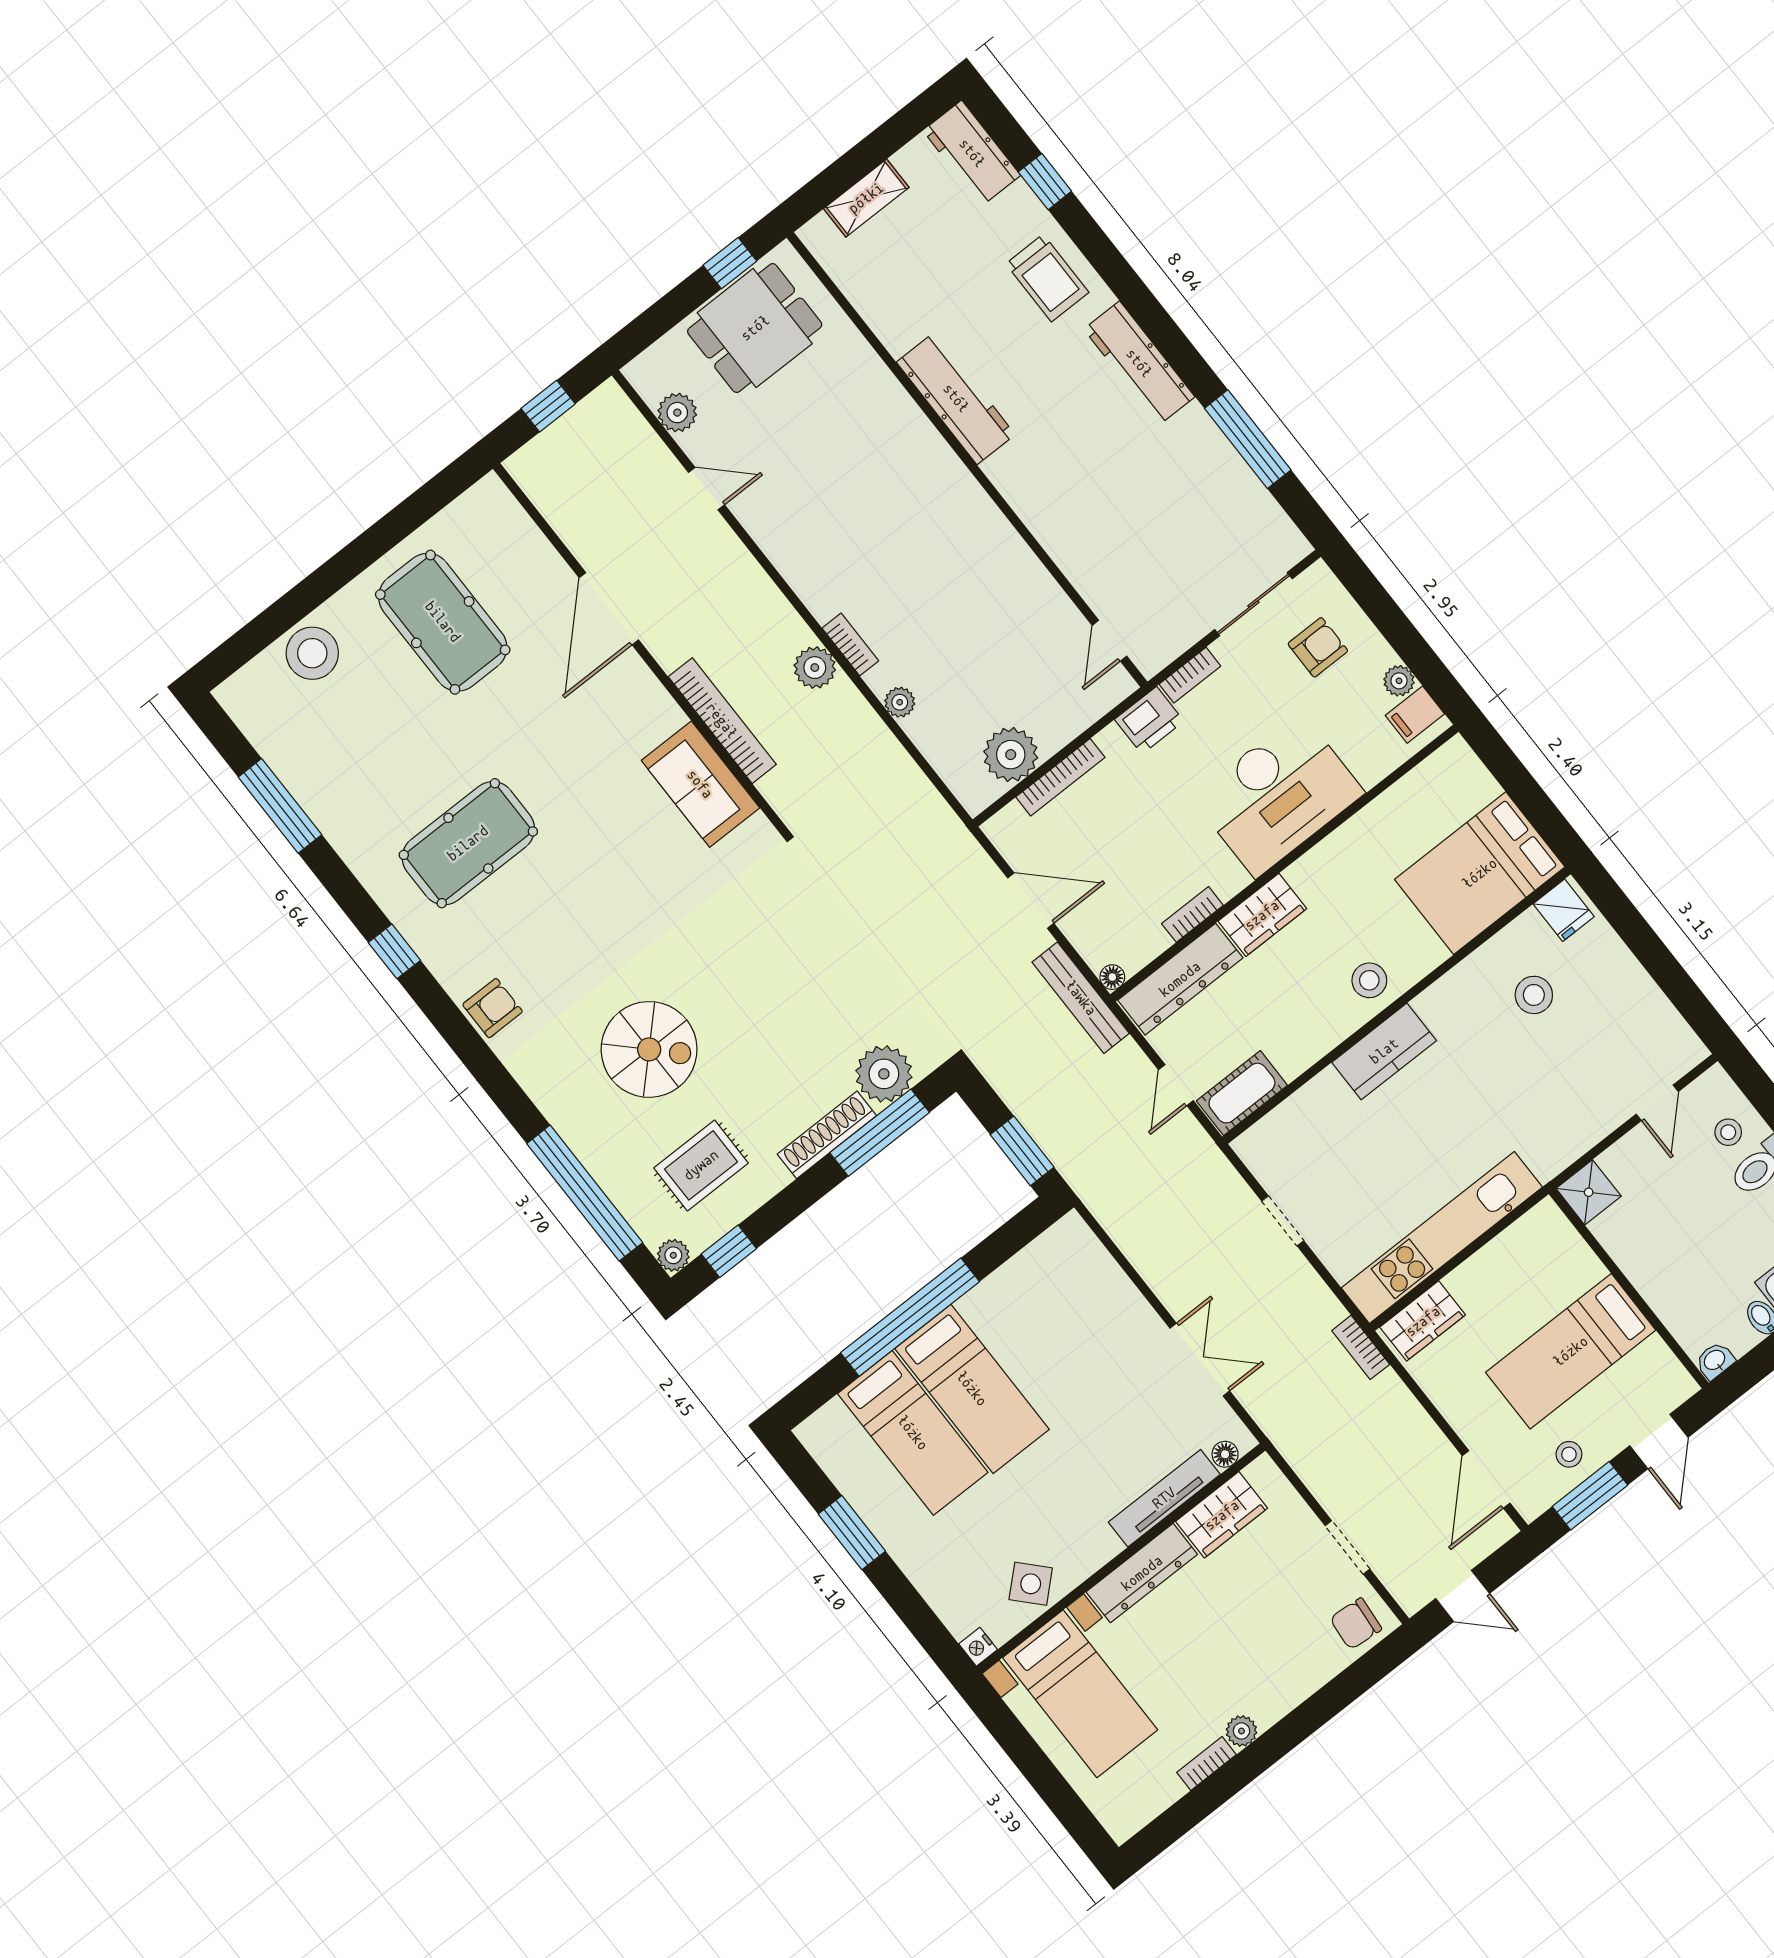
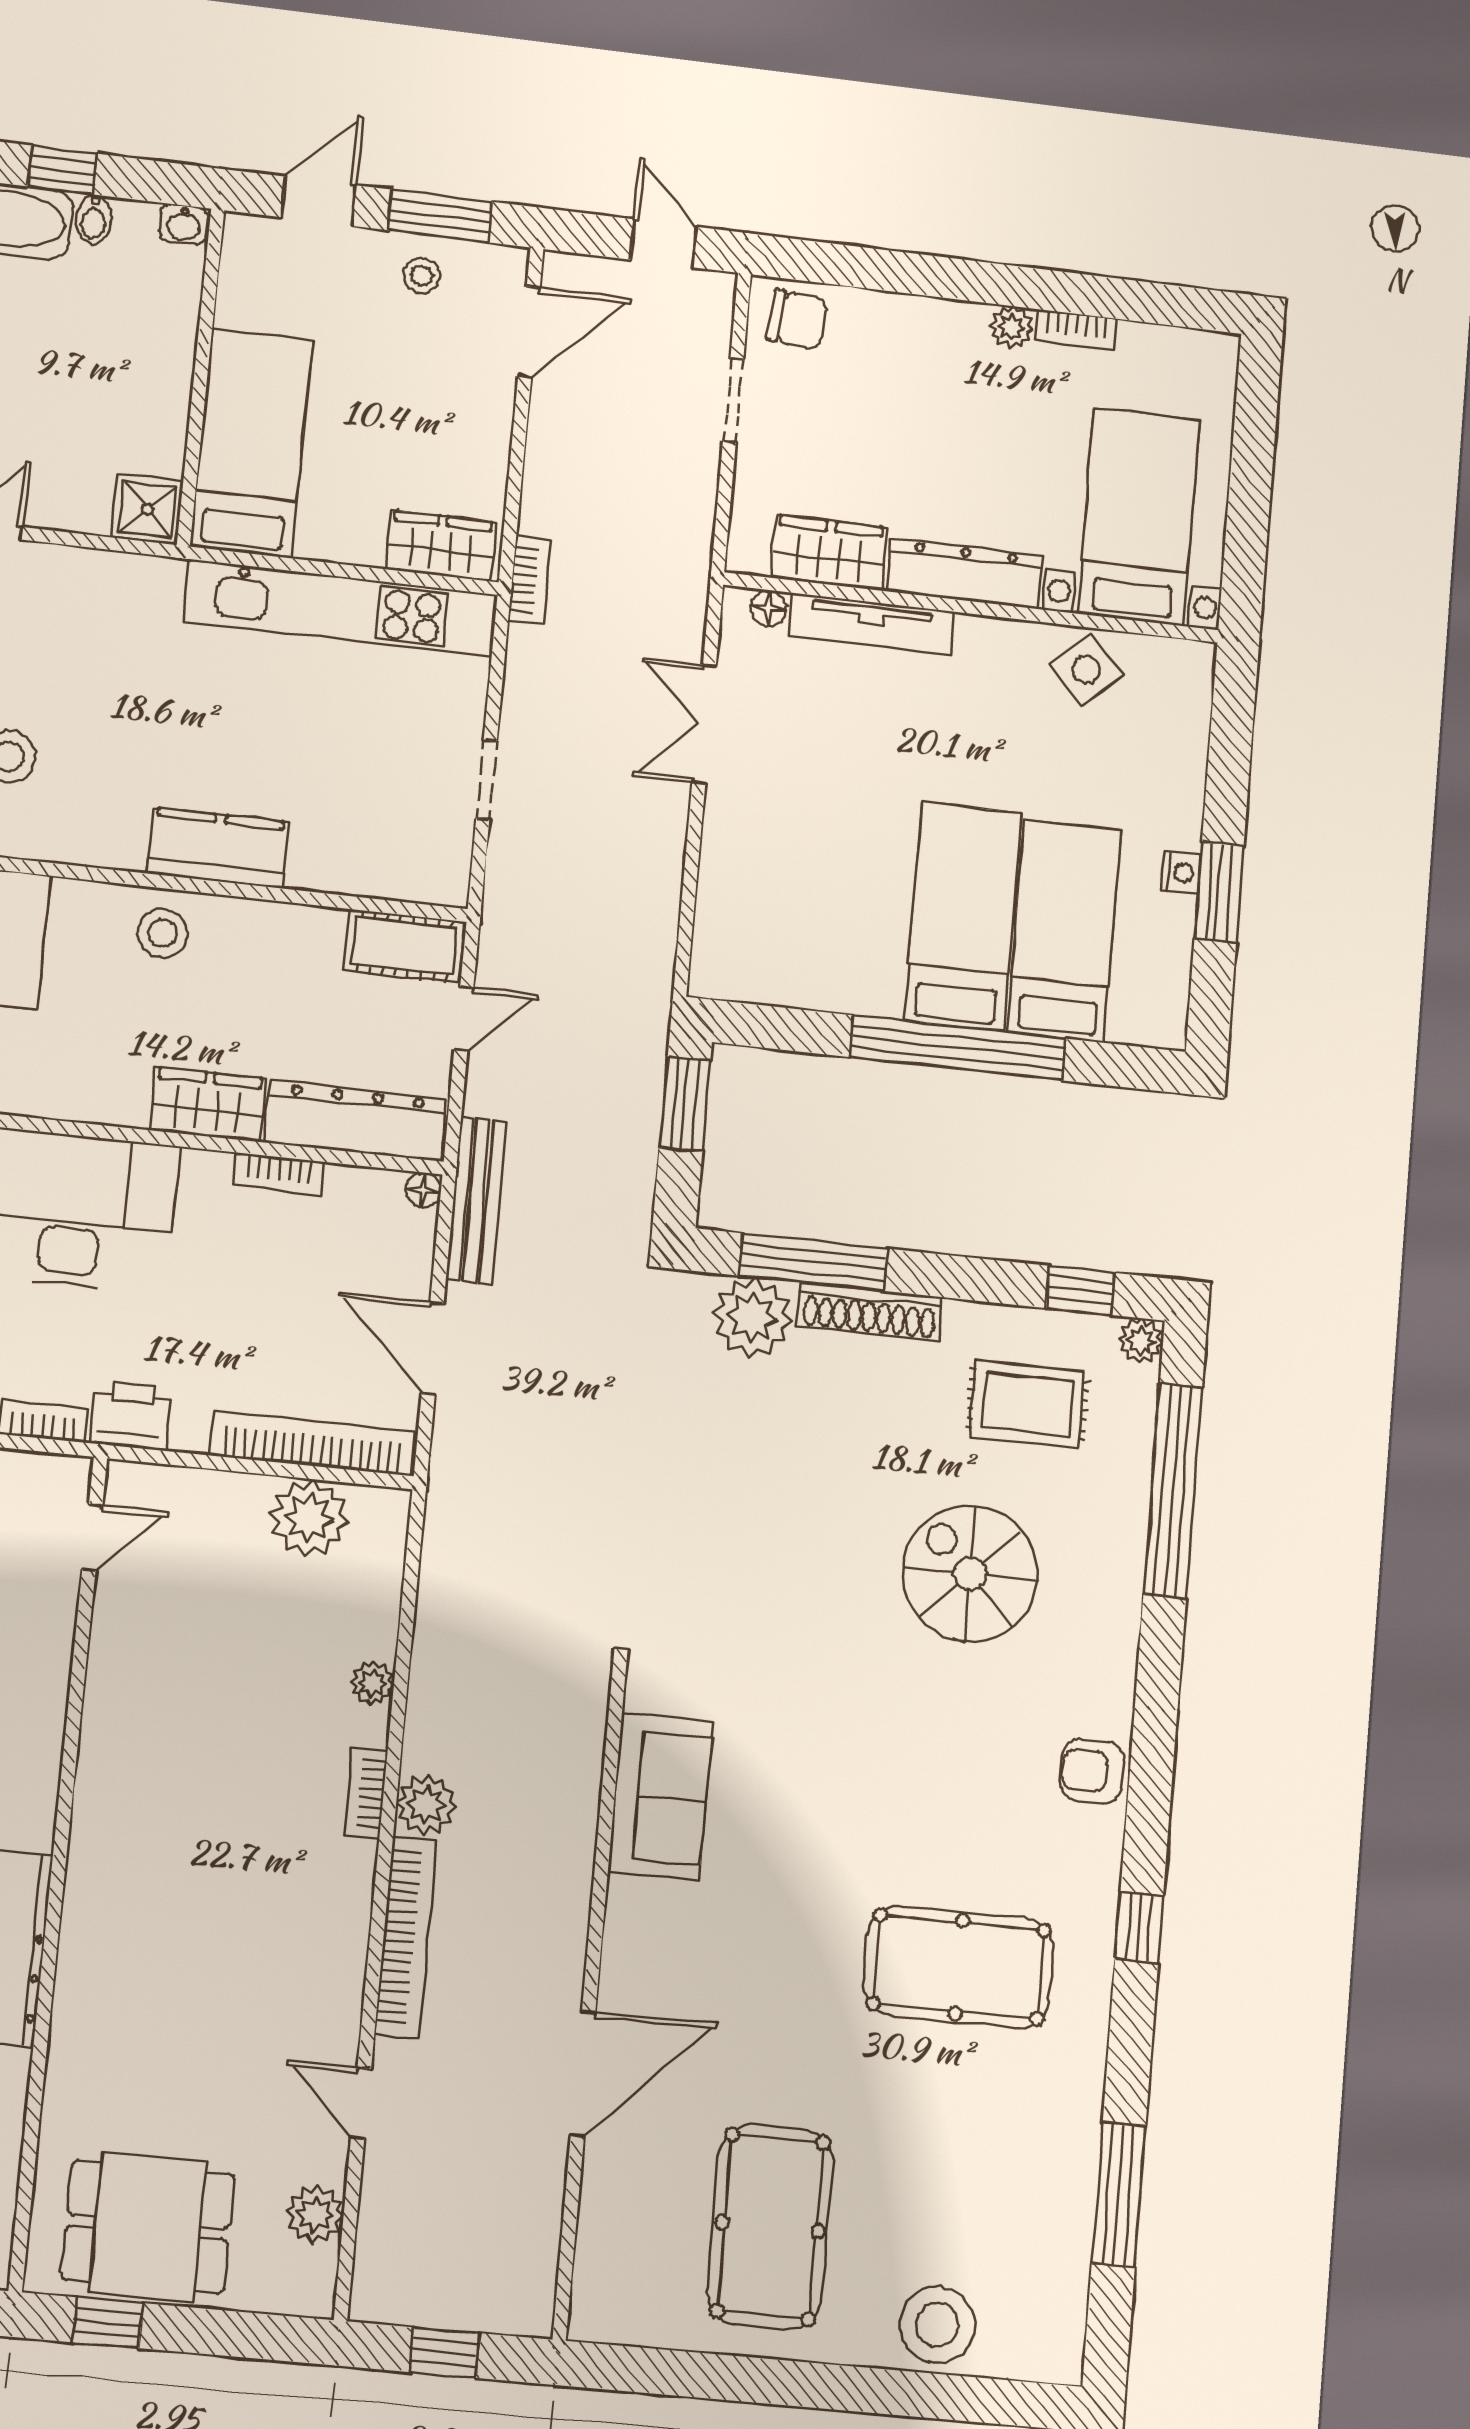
bookcase: (722, 721) -> (406, 1937), moved, turned 180
bookcase: (1060, 777) -> (313, 1443), width x1.48, depth x1.31
bed: (1571, 1351) -> (251, 443), moved, turned -90
nightstand: (978, 1647) -> (1181, 873), moved

